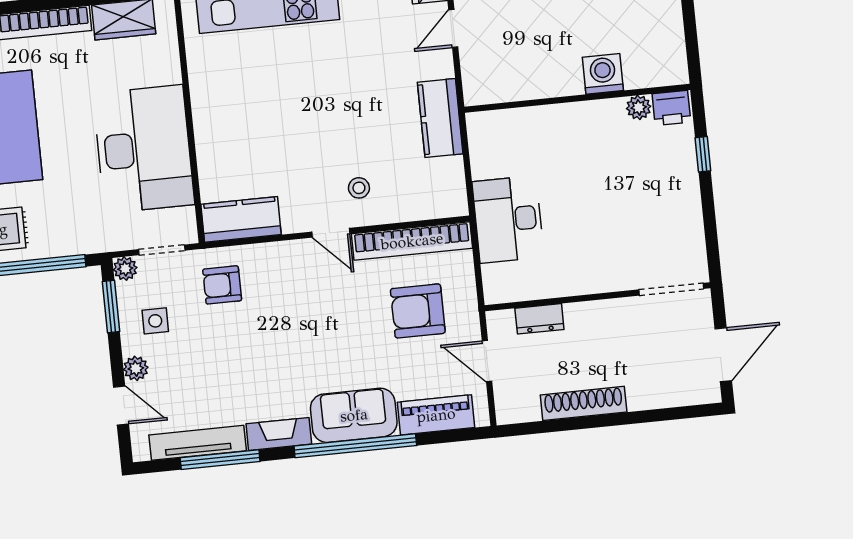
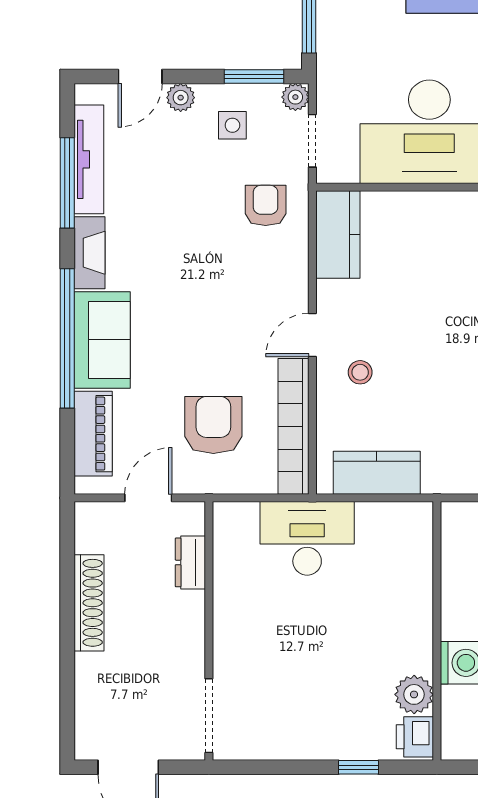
plant: (639, 107) -> (414, 694), width x1.38, depth x1.38
kitchen counter: (440, 118) -> (377, 473), moved

